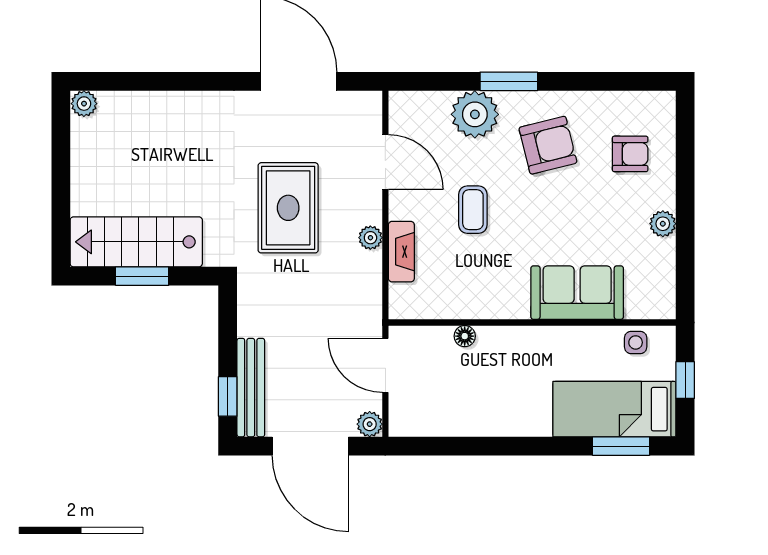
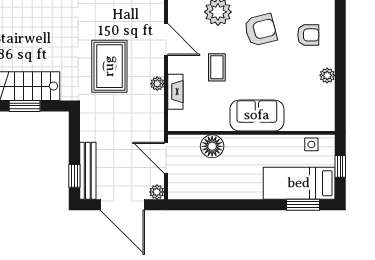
sofa: (577, 293) -> (257, 115), moved
floor lamp: (465, 336) -> (212, 146), width x1.89, depth x1.89

